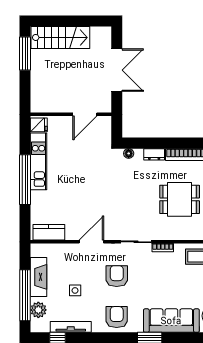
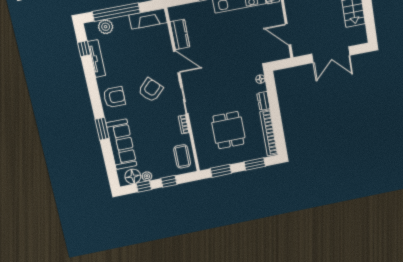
kitchen counter: (49, 232) -> (180, 34), moved
armchair: (117, 276) -> (151, 90), turned -45
fireplace: (39, 277) -> (148, 19), moved
side table: (75, 290) -> (130, 56), removed

